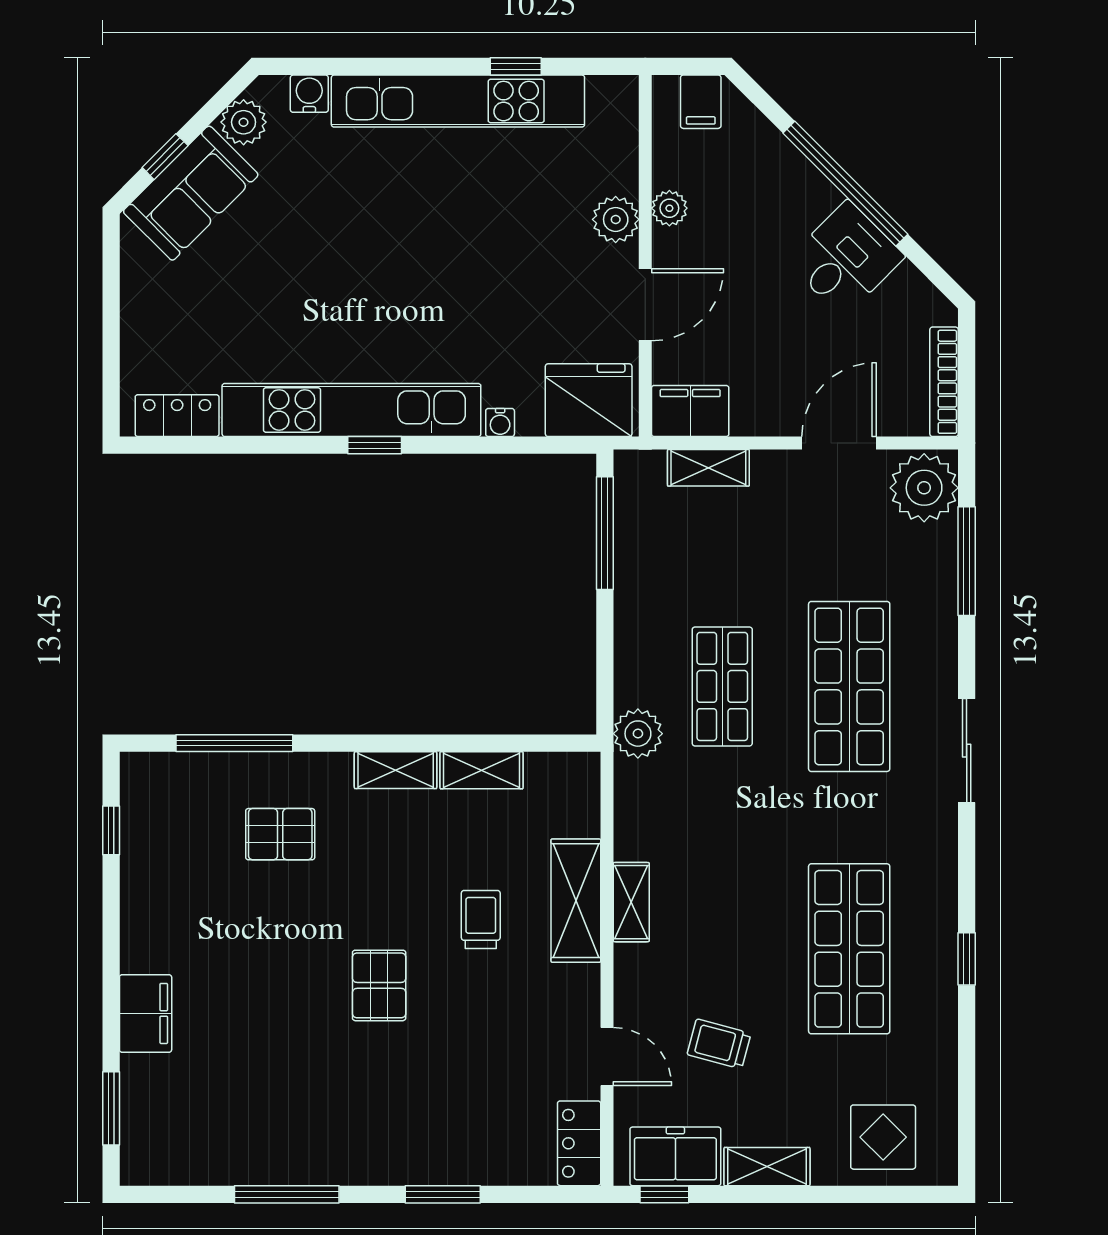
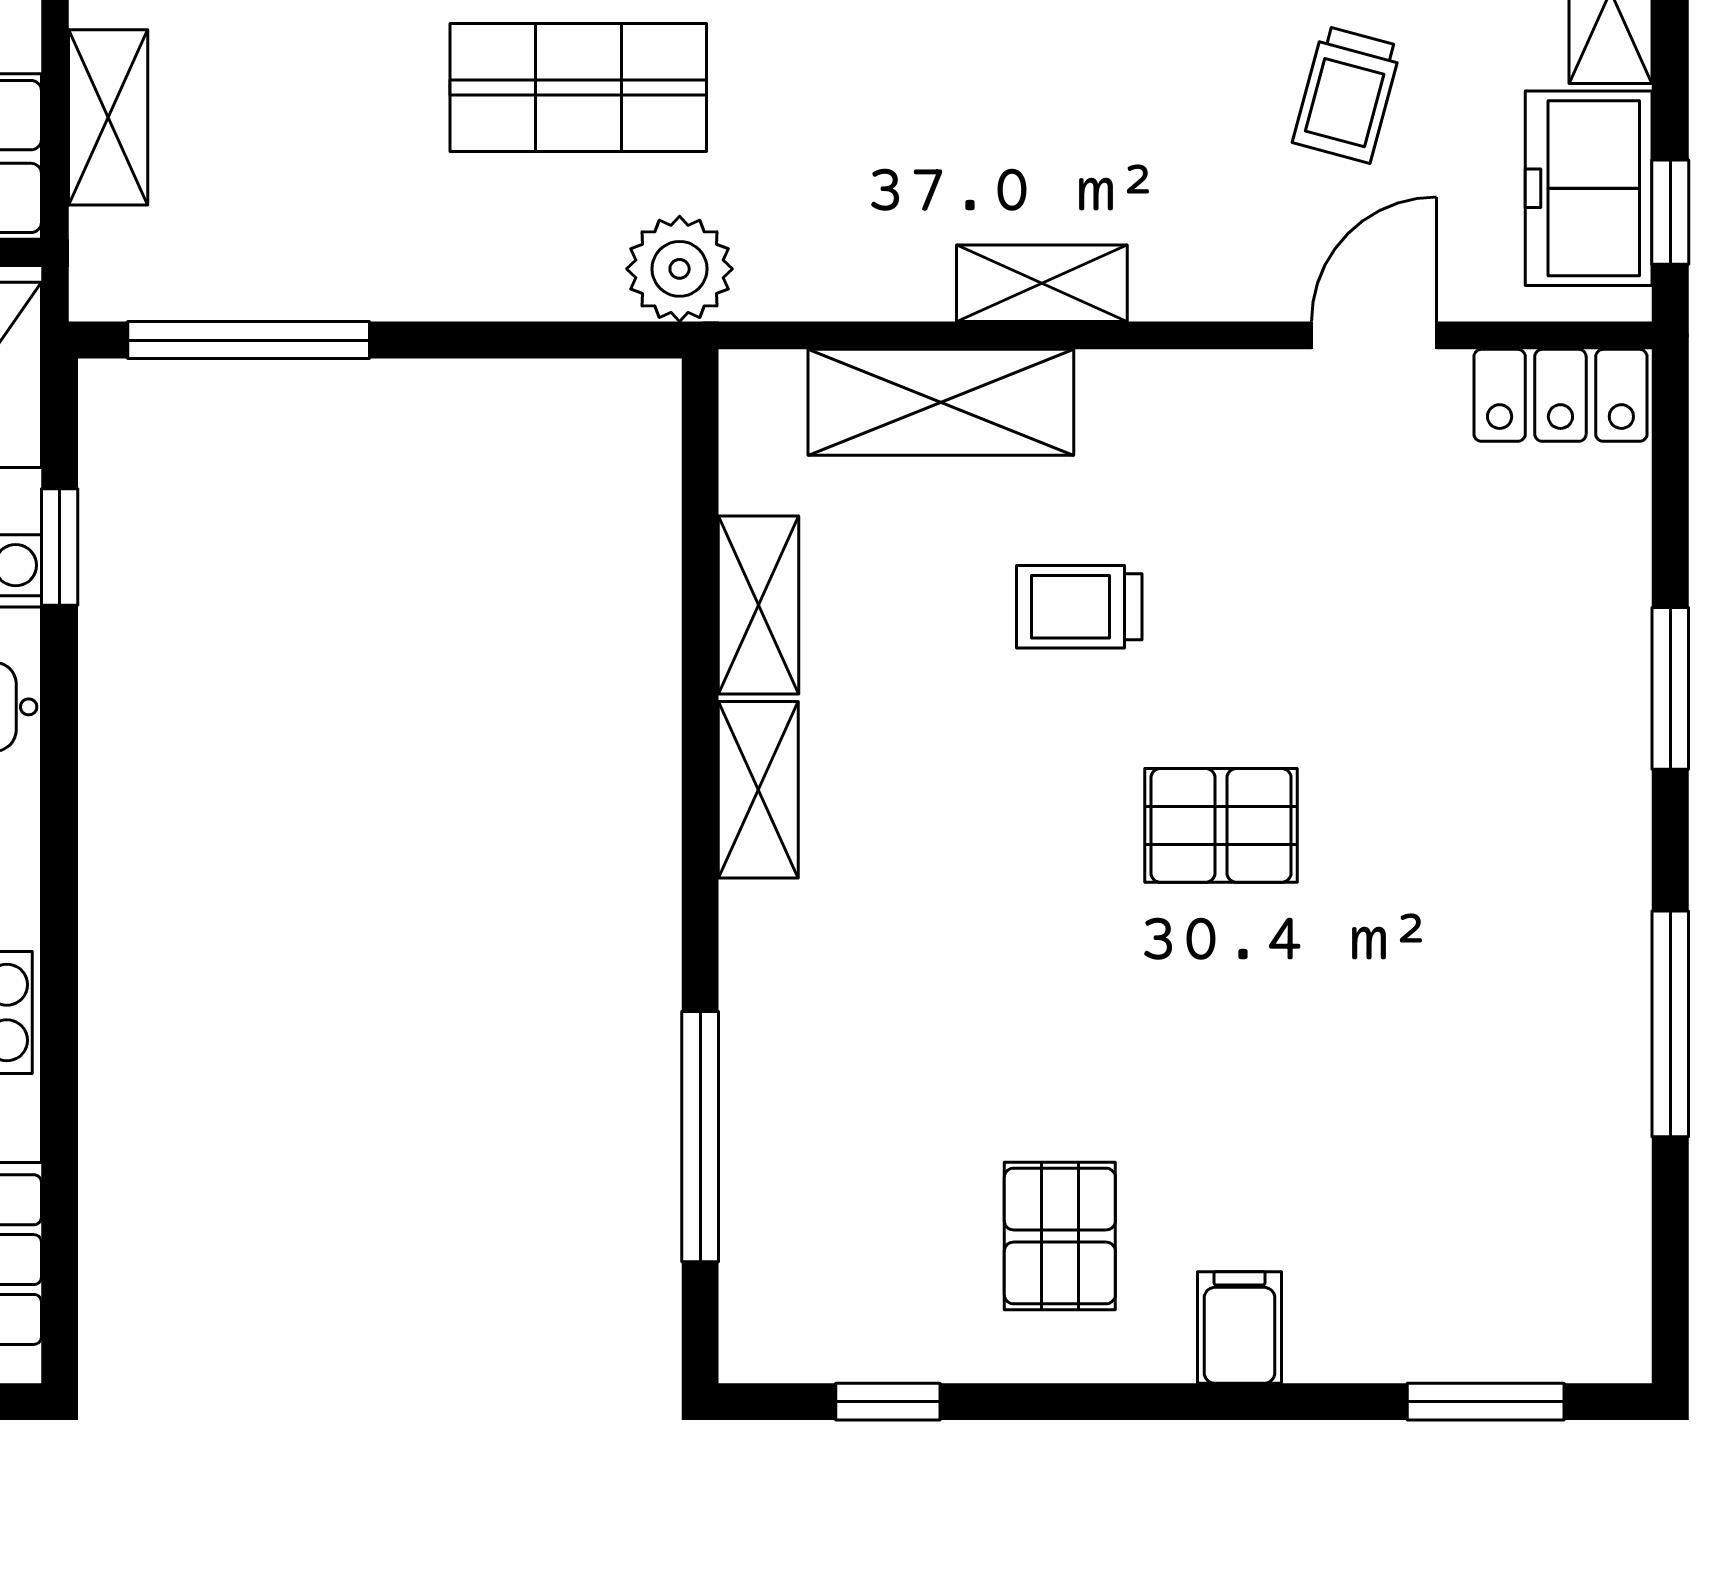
window: (375, 445) -> (60, 547), moved
pallet: (280, 834) -> (1060, 1236), moved
shelving: (576, 901) -> (941, 402), moved
filing cabinet: (146, 1013) -> (1240, 1327), width x0.50

